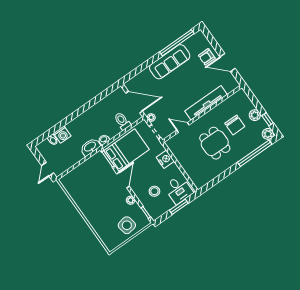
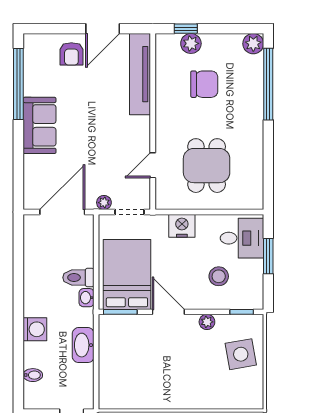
sofa: (170, 62) -> (39, 125), width x0.73
tv unit: (206, 103) -> (140, 74), moved
plant: (255, 115) -> (191, 43), moved
window: (268, 119) -> (186, 29), moved
toilet: (122, 121) -> (78, 278), moved
washing machine: (62, 135) -> (35, 329), moved
dining table: (215, 143) -> (207, 166), moved, turned 90
washbasin: (90, 147) -> (83, 345), moved

